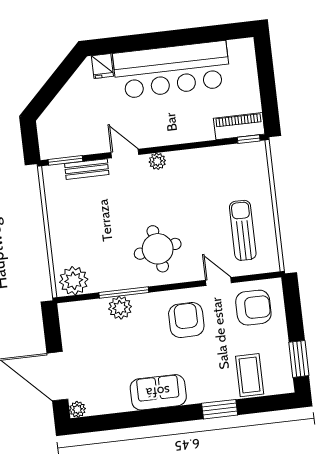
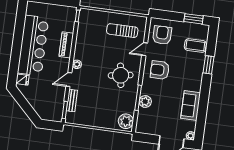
piano: (239, 126) -> (66, 45), moved
sofa: (158, 392) -> (191, 106), moved

